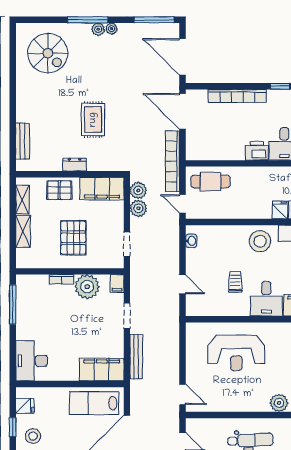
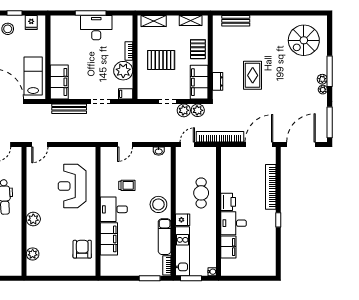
rug: (93, 120) -> (253, 75), turned 90
dresser: (75, 165) -> (218, 81), moved
cafe table: (210, 182) -> (201, 193), moved
shelving: (23, 231) -> (154, 21), moved
doorway: (127, 244) -> (168, 101), moved
window: (13, 305) -> (91, 13), moved
desk: (32, 361) -> (96, 28), moved

